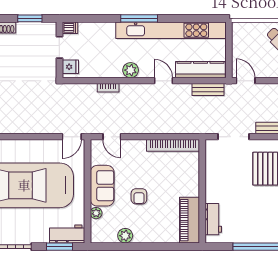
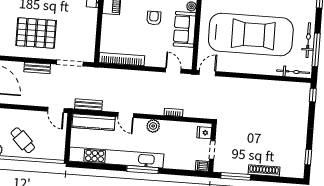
window: (30, 18) -> (236, 176), width x1.44

